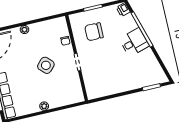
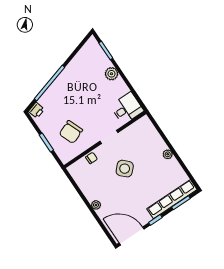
chair: (94, 32) -> (71, 132), turned 68
desk: (134, 42) -> (127, 108), moved, turned 106
plant: (130, 85) -> (111, 74), added

